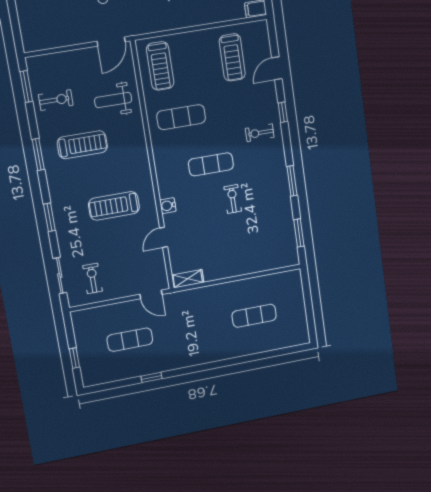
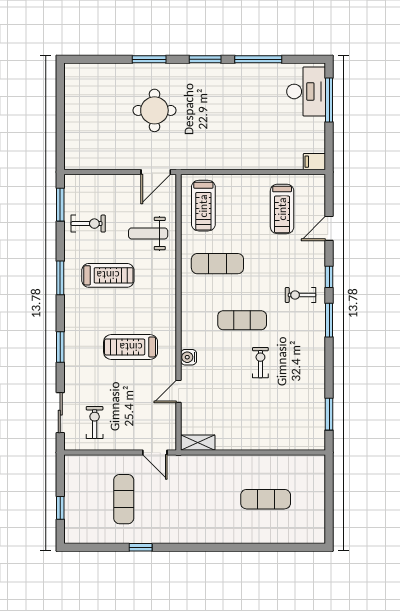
window: (292, 181) -> (329, 320), moved
exercise mat: (130, 340) -> (124, 499), turned 90

